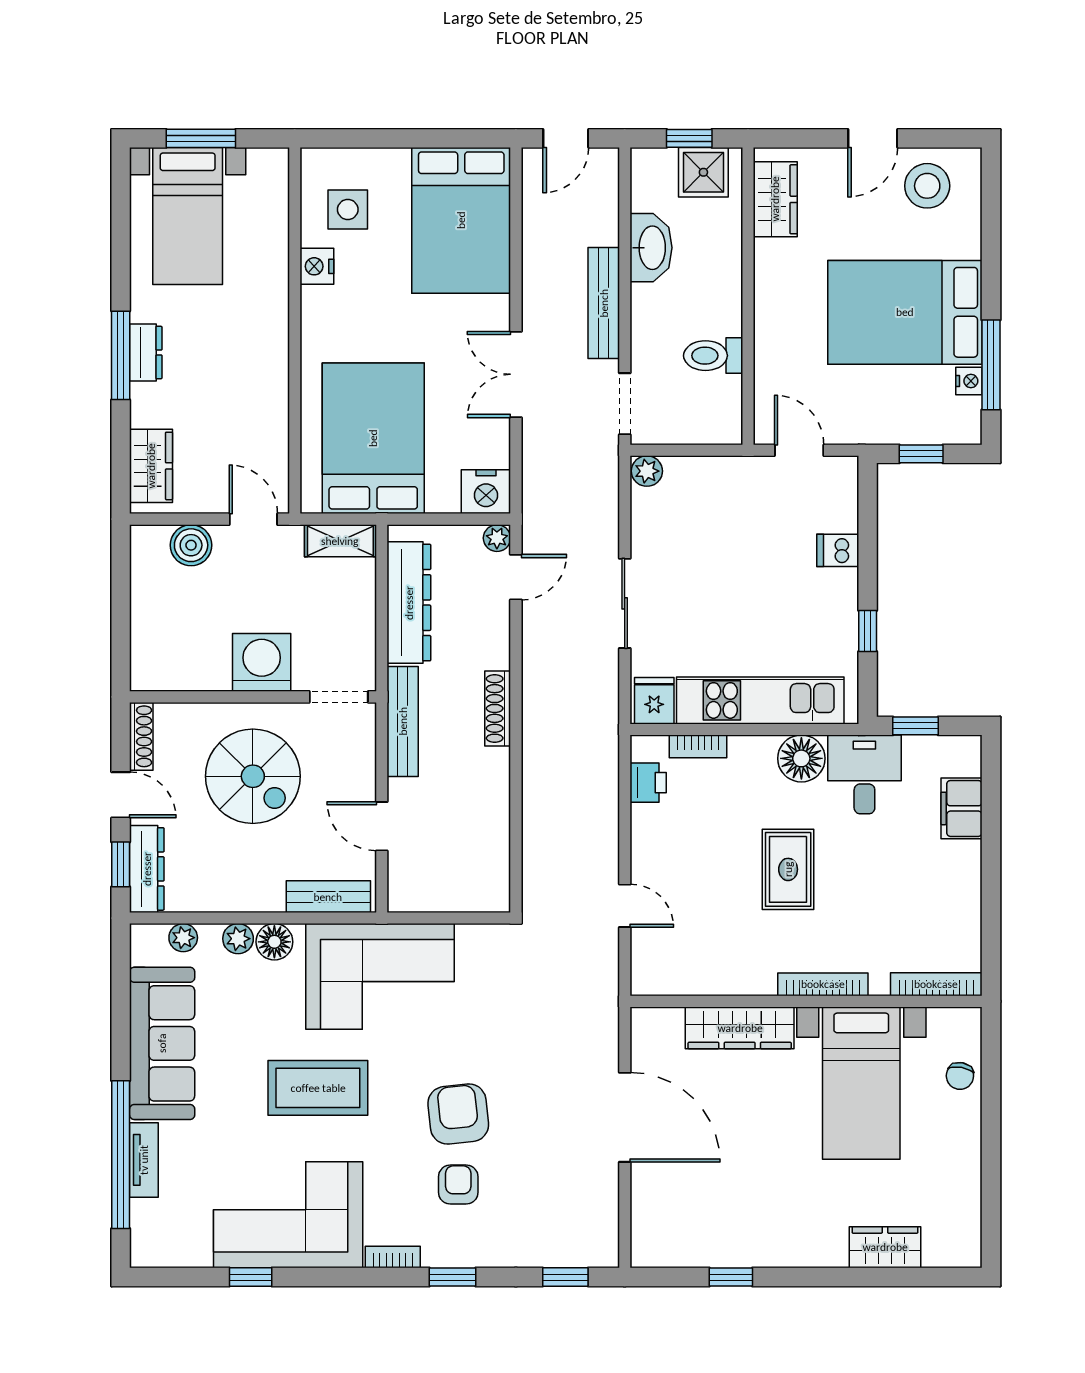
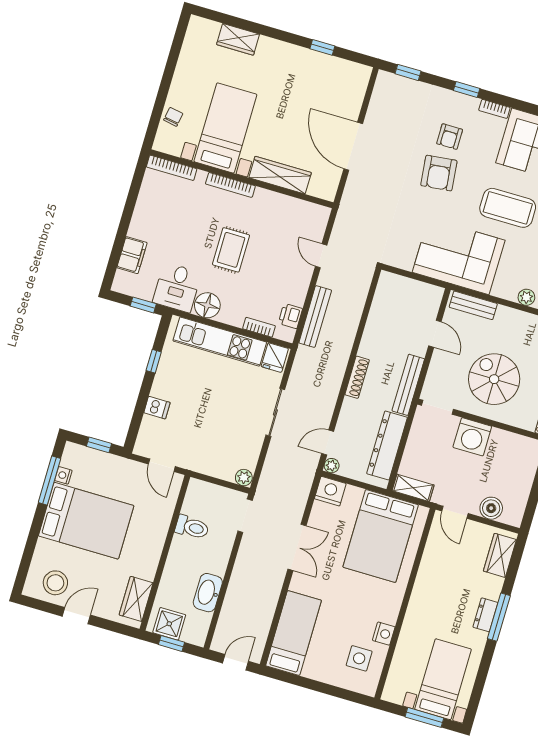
bed: (461, 220) -> (294, 633), width x0.67
bench: (604, 303) -> (315, 316), moved
floor lamp: (274, 942) -> (508, 290), removed

